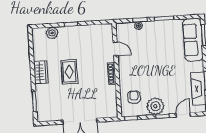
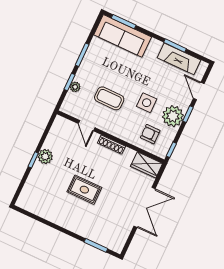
plant: (52, 33) -> (45, 156), moved
door: (115, 49) -> (87, 126), swing flipped
coffee table: (144, 54) -> (109, 98), added
wardrobe: (41, 72) -> (147, 165), moved, turned 180
side table: (155, 82) -> (147, 103), added

